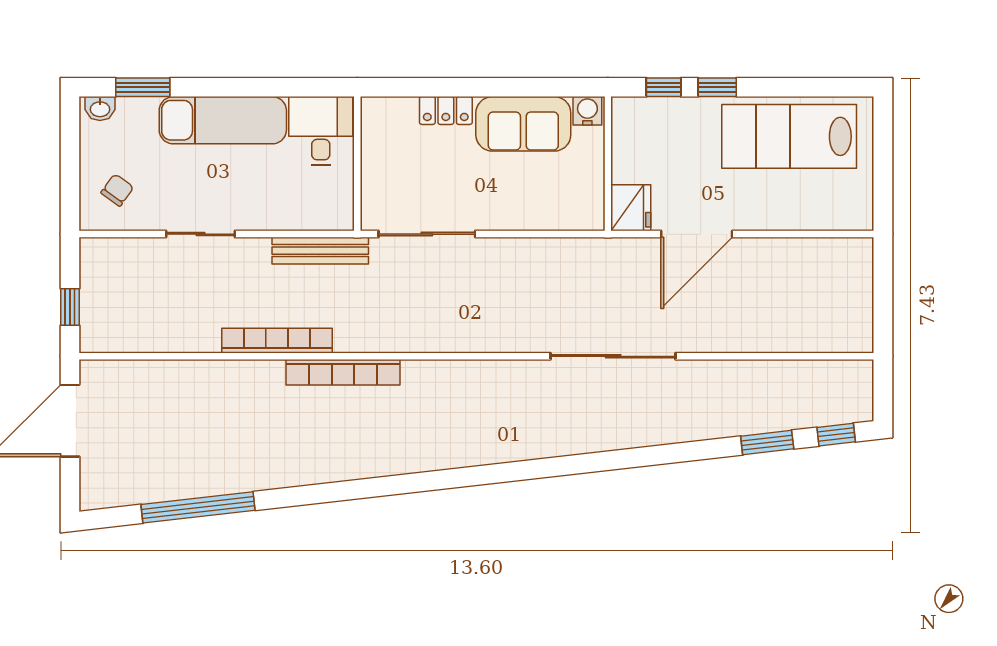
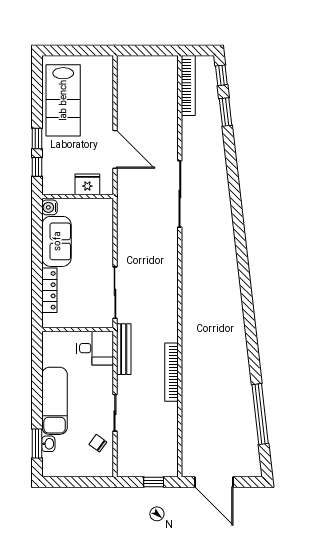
washbasin: (100, 109) -> (48, 444), moved
locker: (446, 110) -> (49, 290), width x1.53
desk: (321, 131) -> (95, 348), moved, turned 180
chair: (117, 190) -> (98, 443), moved
fridge: (631, 208) -> (87, 184), moved
bookcase: (343, 372) -> (188, 86), moved

